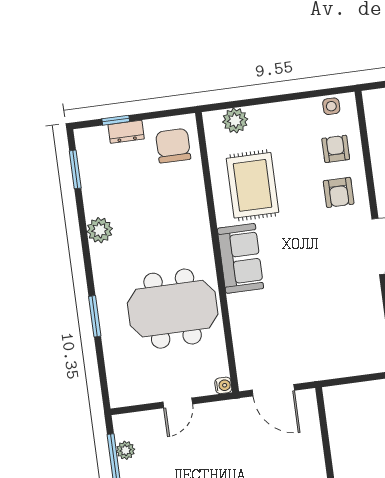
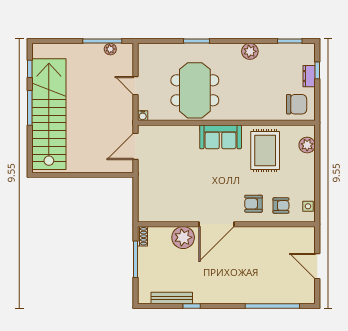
rug: (253, 185) -> (265, 151), turned 90

